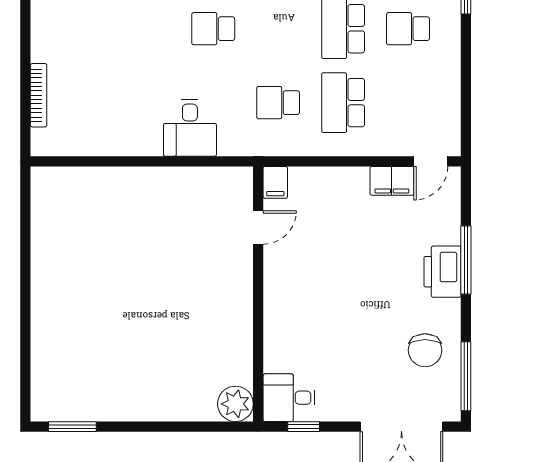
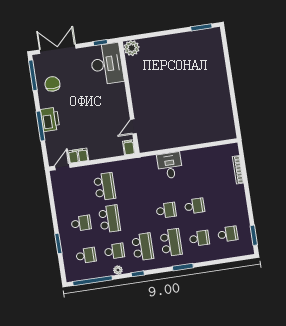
school desk: (278, 103) -> (194, 206), moved
desk: (289, 398) -> (107, 64), width x1.87, depth x1.30

